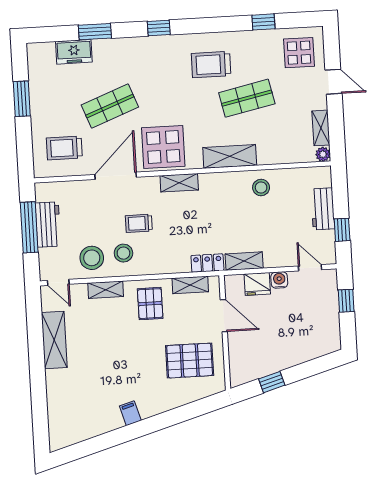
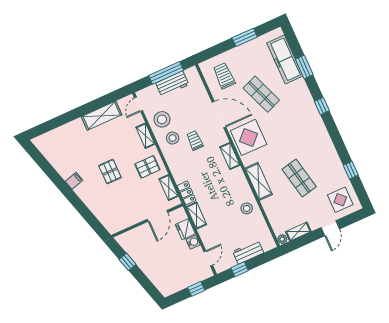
freezer: (74, 52) -> (285, 60), width x1.91, depth x1.26
trolley: (211, 65) -> (312, 148), removed
pallet: (190, 361) -> (110, 172), moved, width x0.67, depth x0.71

